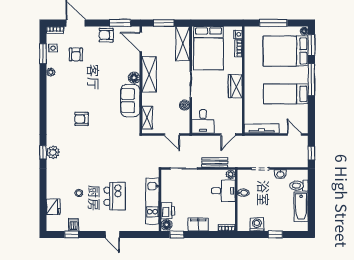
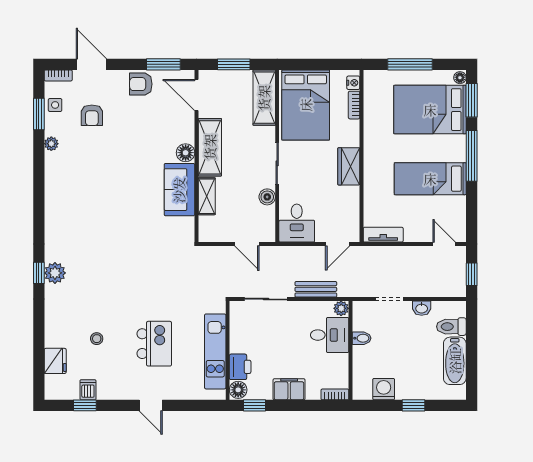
shelving: (147, 118) -> (207, 196), moved
armchair: (82, 119) -> (101, 219), removed
tv unit: (262, 129) -> (383, 235), width x0.71

